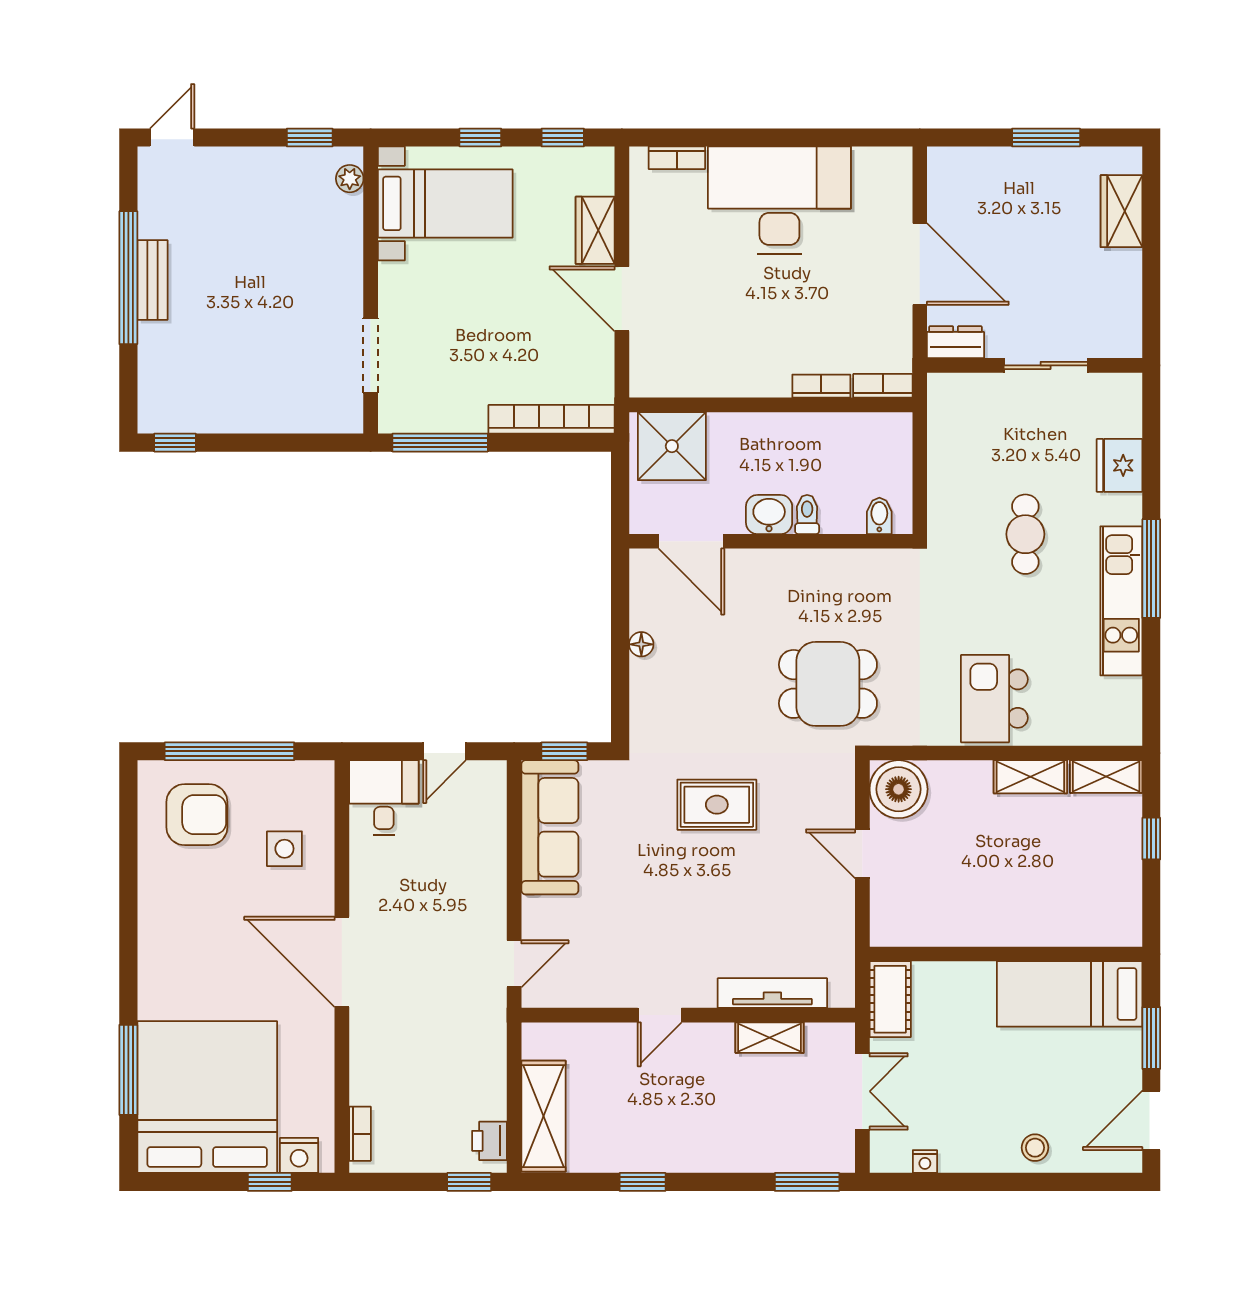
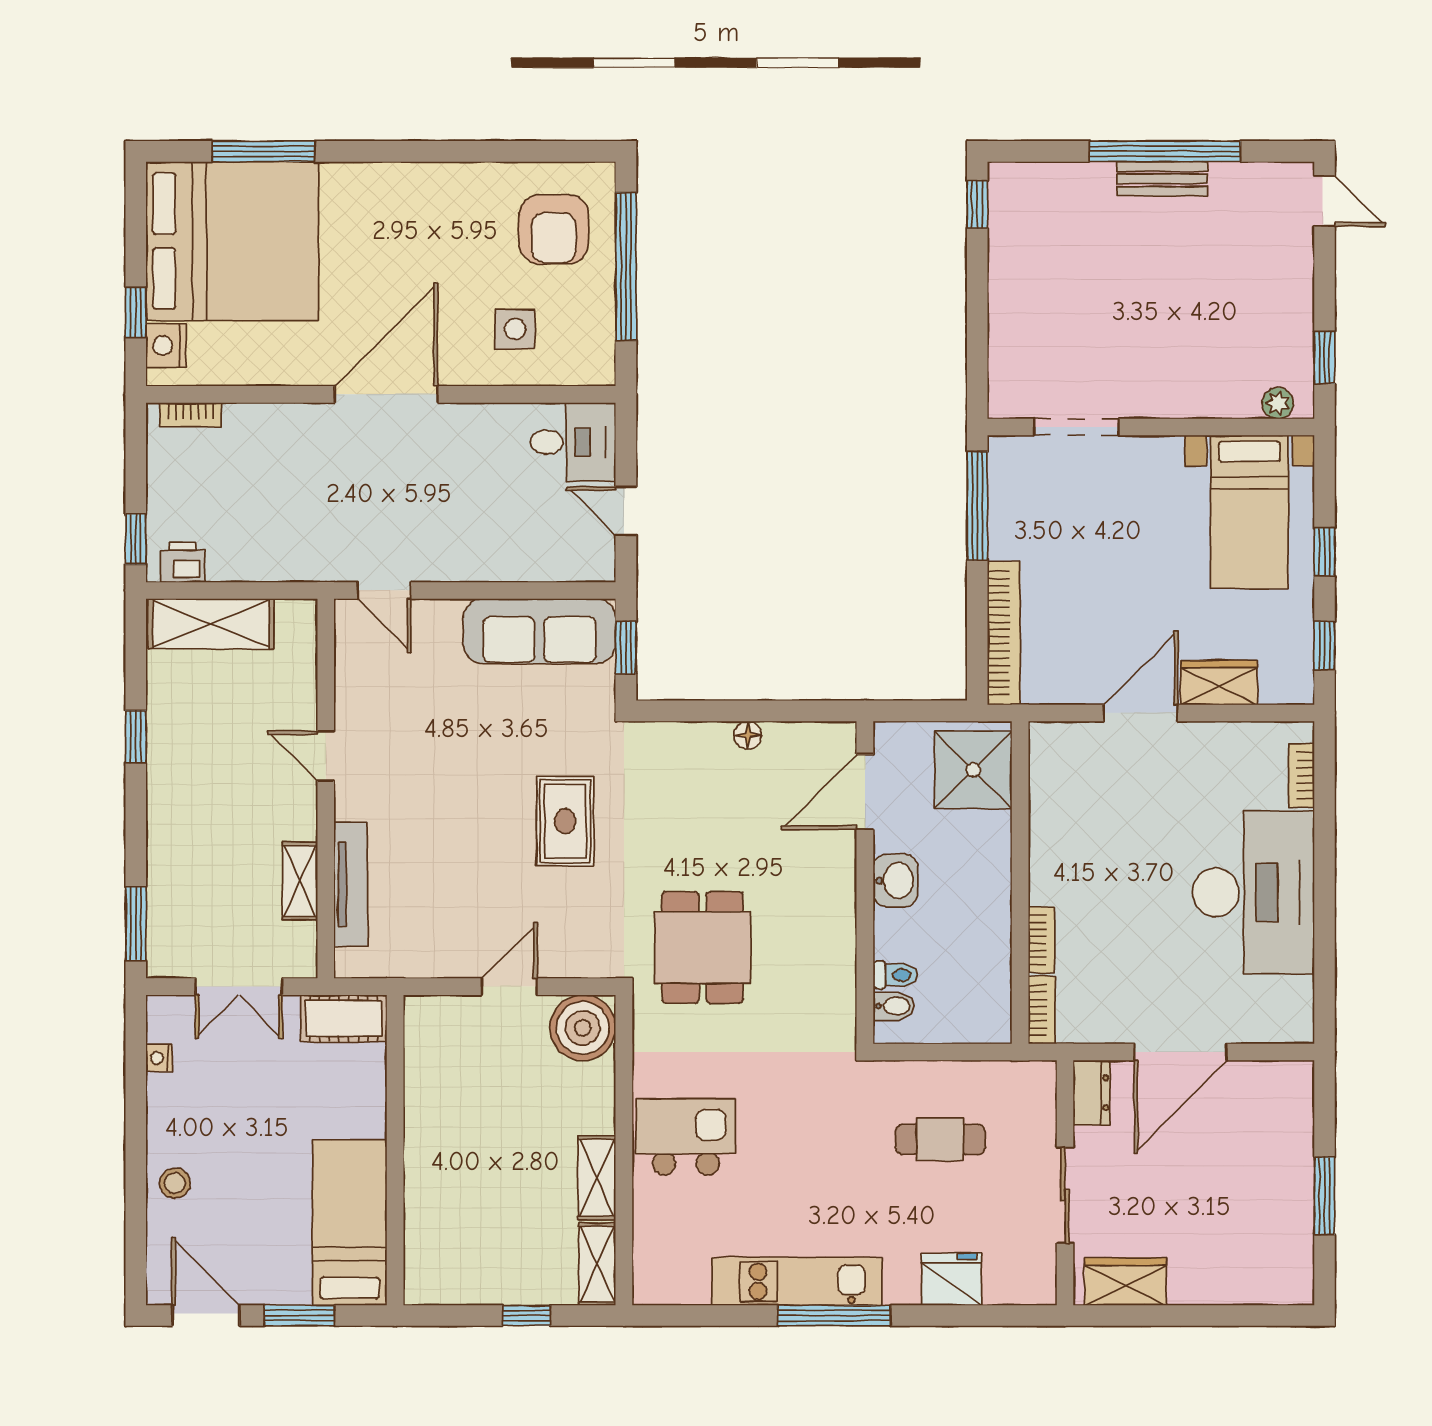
wardrobe: (1121, 211) -> (1126, 1282), moved
toilet: (807, 515) -> (895, 975), moved
cafe table: (1025, 534) -> (940, 1139), moved

